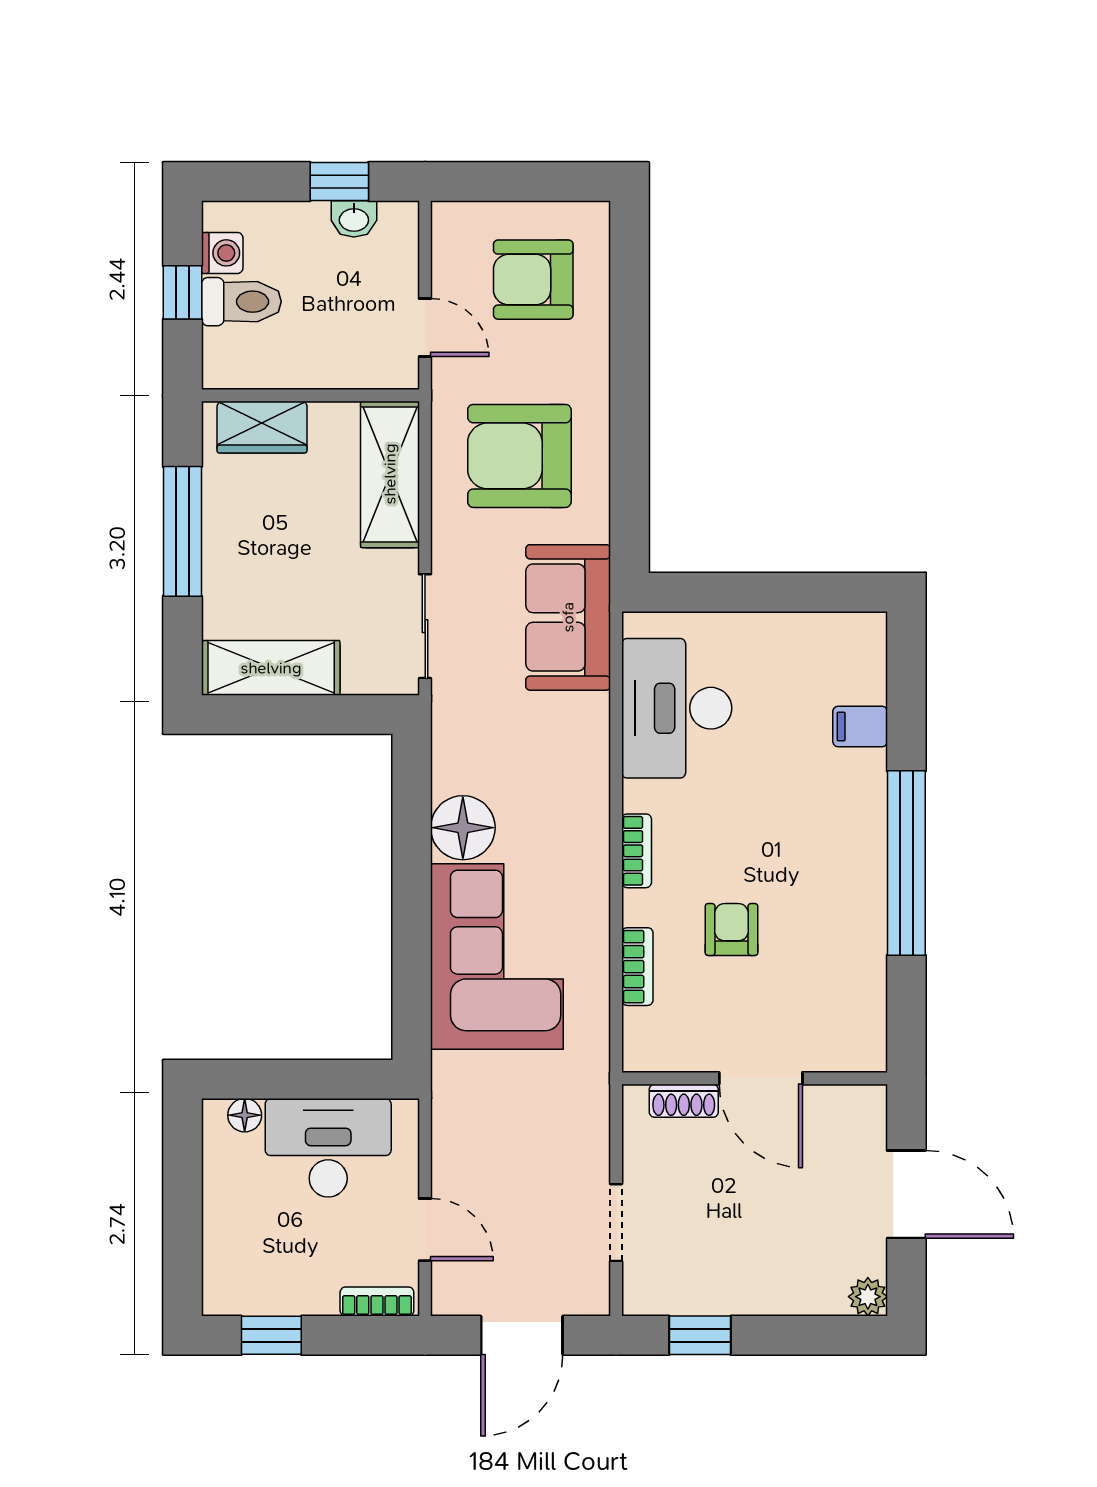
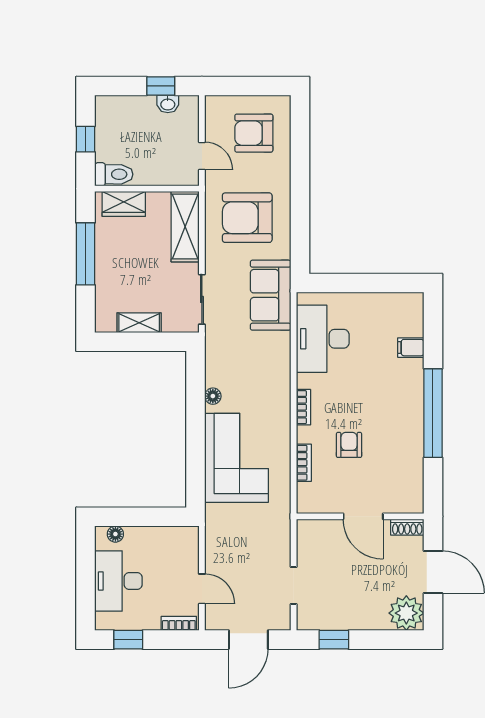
washing machine: (222, 253) -> (105, 120), removed
toilet: (241, 302) -> (114, 174), moved
shelving: (271, 668) -> (139, 323), width x0.67, depth x0.75
floor lamp: (463, 828) -> (213, 396), width x0.53, depth x0.53
shoe rack: (684, 1101) -> (407, 527), moved
desk: (328, 1148) -> (118, 581), moved, turned -90
plant: (868, 1297) -> (406, 613), width x1.87, depth x1.87

